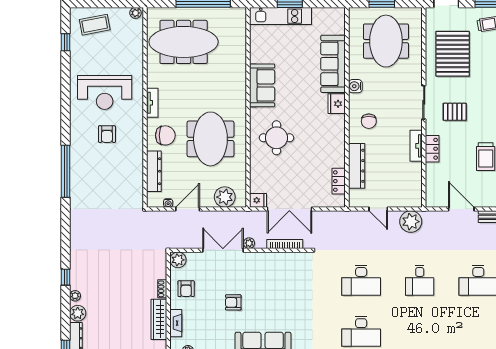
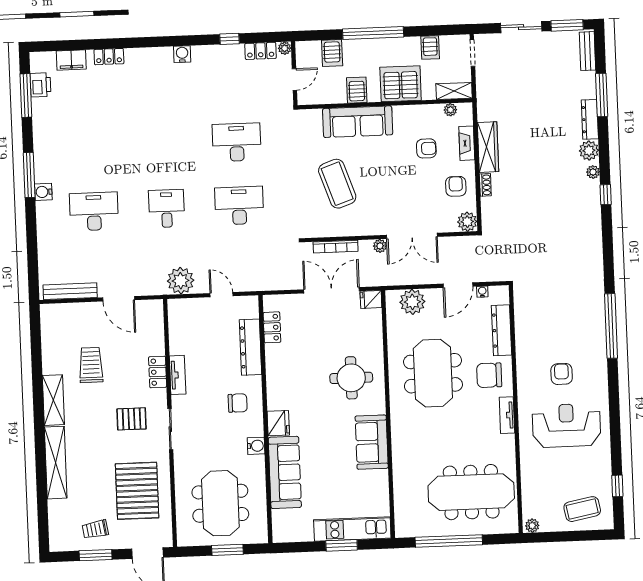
chair: (369, 121) -> (238, 403), turned 90
coffee table: (281, 295) -> (337, 184), added
armchair: (233, 302) -> (426, 148), moved

